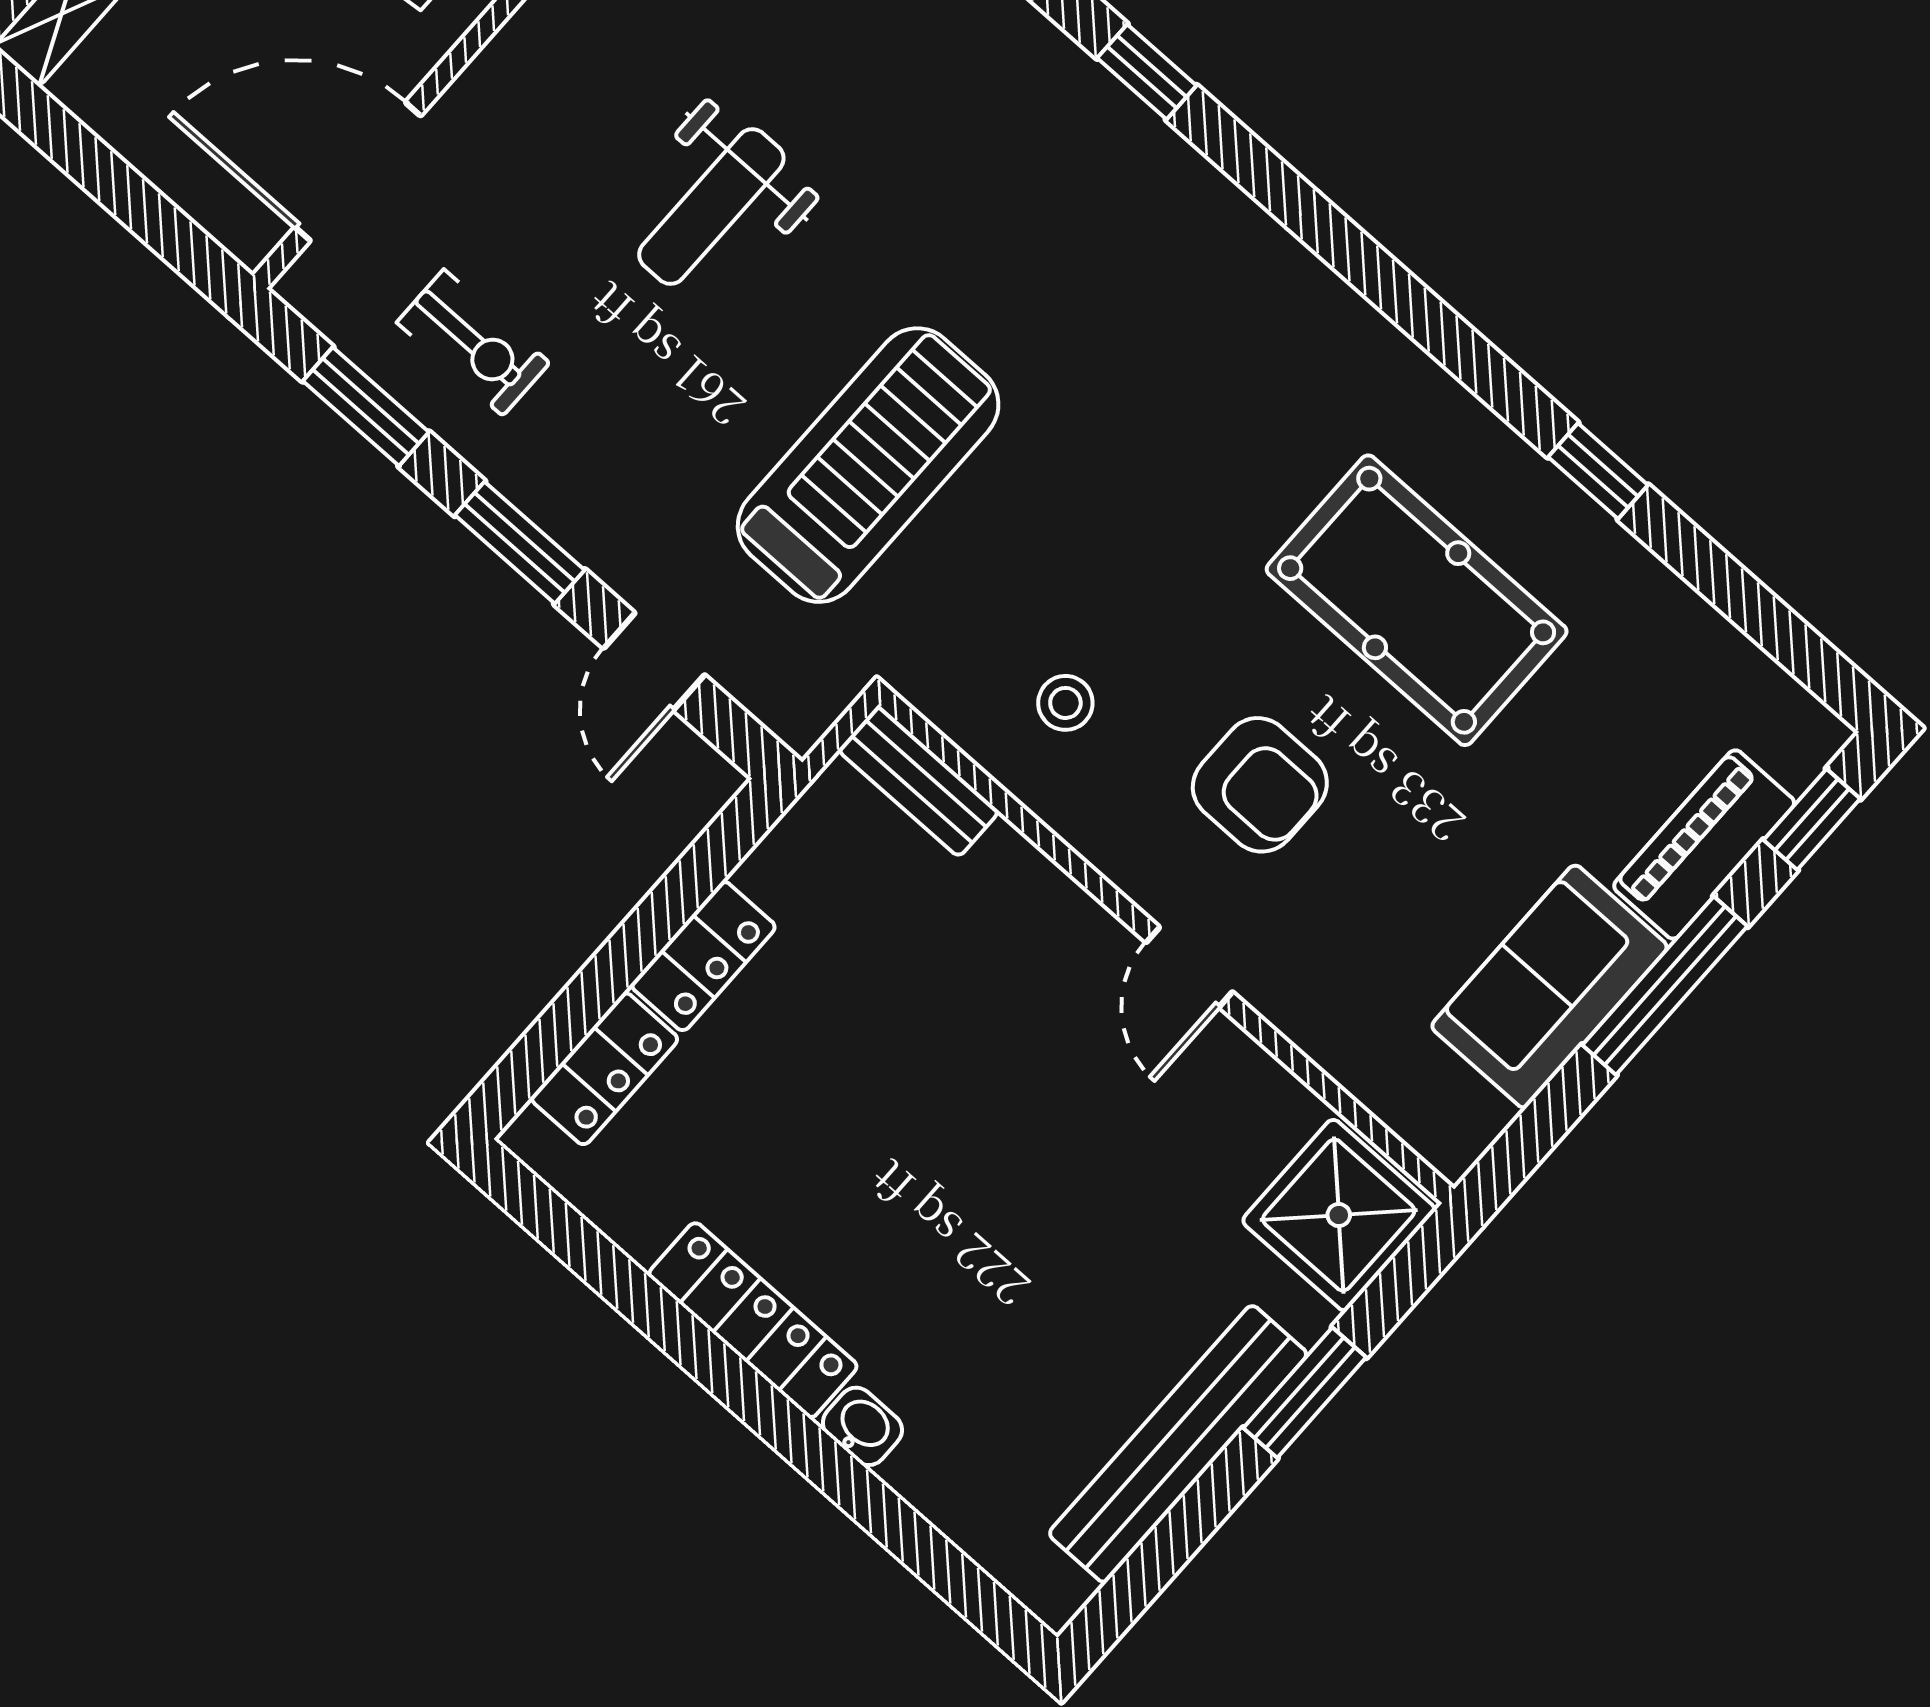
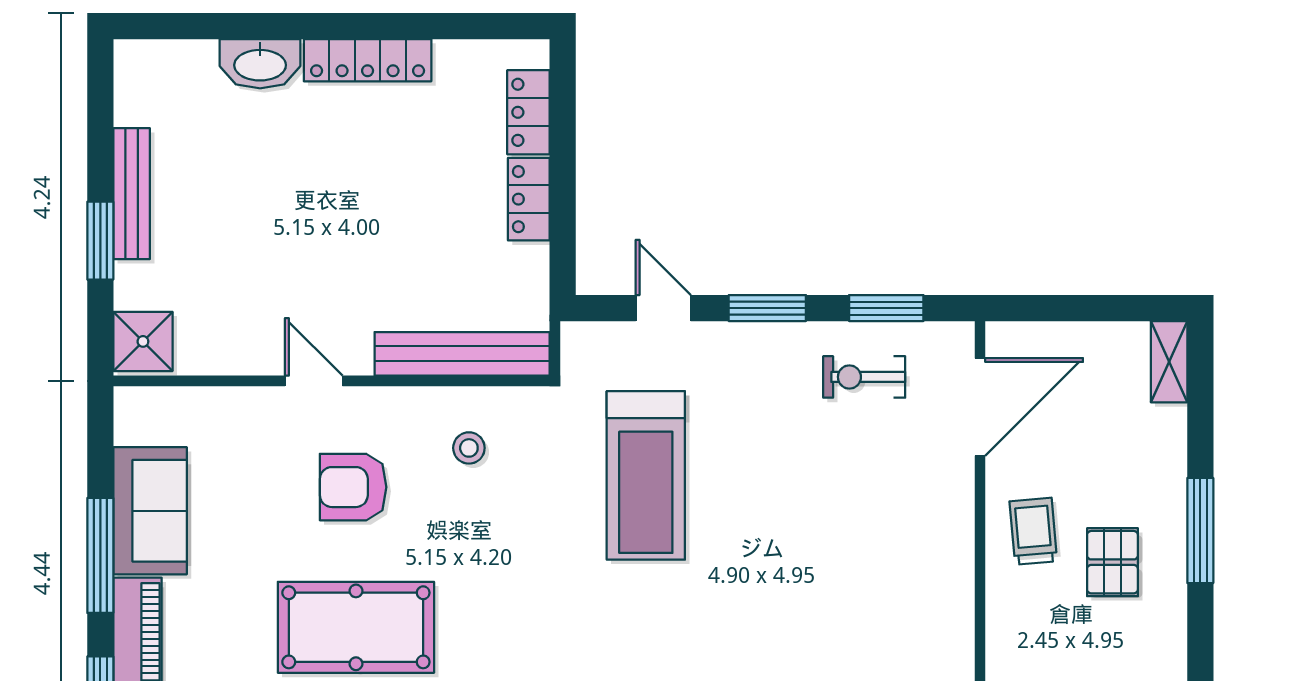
weight bench: (711, 207) -> (813, 527), removed
bench: (919, 781) -> (462, 354), width x1.86, depth x1.21
shower: (1339, 1215) -> (143, 341), width x0.73, depth x0.73
washbasin: (862, 1426) -> (260, 64), width x1.91, depth x1.45
bench: (1178, 1444) -> (132, 194), width x0.73, depth x0.82

